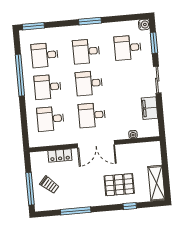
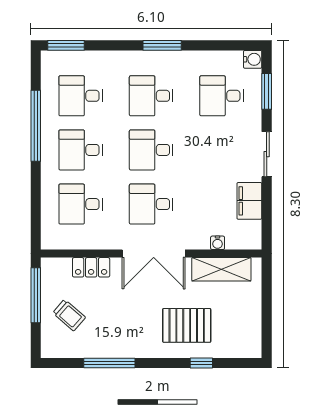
shelving: (157, 183) -> (221, 269), moved, turned 90
window: (30, 189) -> (36, 295), moved

